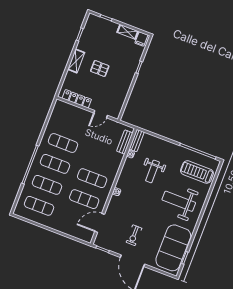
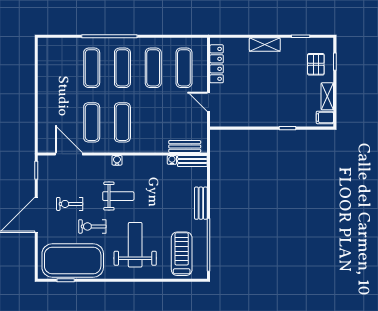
pallet: (100, 68) -> (316, 64), moved
bench: (168, 146) -> (201, 203), added
weight bench: (152, 171) -> (118, 196), moved, turned 180
exercise mat: (39, 206) -> (184, 68), moved
exercise bike: (155, 226) -> (92, 226), added

